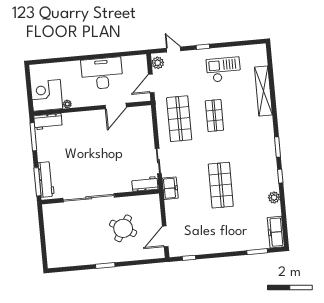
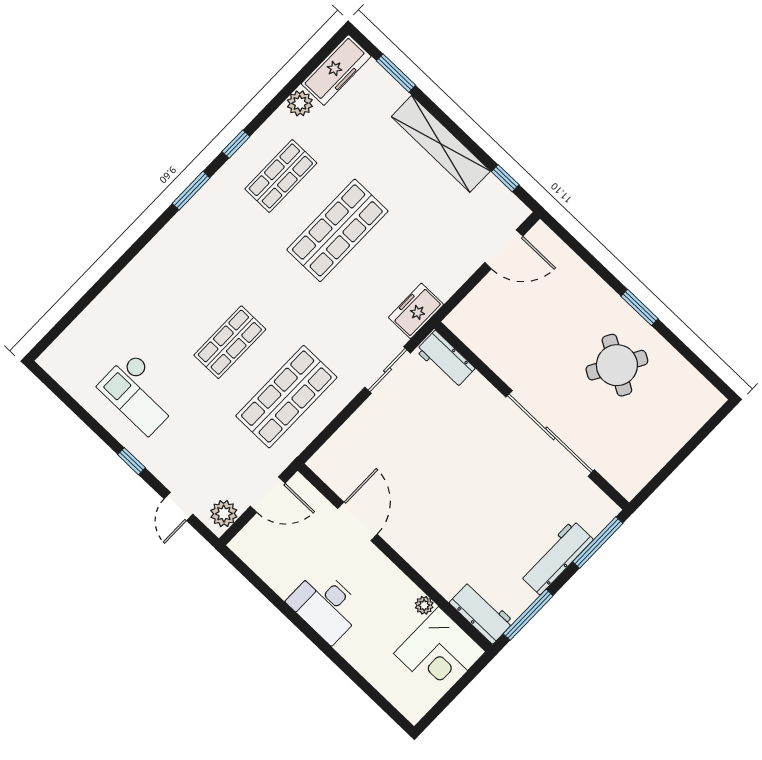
desk: (102, 73) -> (326, 606), width x0.73, depth x0.77
shelving: (263, 91) -> (441, 144), moved, turned 90
door: (116, 106) -> (357, 521), hinge flipped
workbench: (46, 179) -> (556, 557), moved
shop shelf: (256, 182) -> (281, 176), added
plant: (274, 197) -> (300, 103), moved
round table: (123, 228) -> (617, 365), moved

